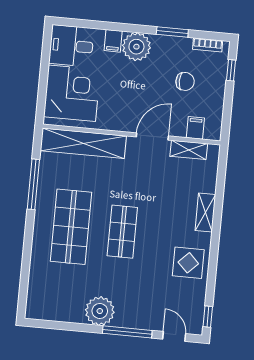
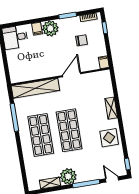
corner desk: (72, 93) -> (22, 63), removed
filing cabinet: (195, 128) -> (104, 62), moved
shelving: (189, 150) -> (50, 183), moved
shop shelf: (122, 232) -> (69, 130), width x1.43, depth x1.36

